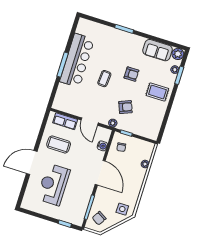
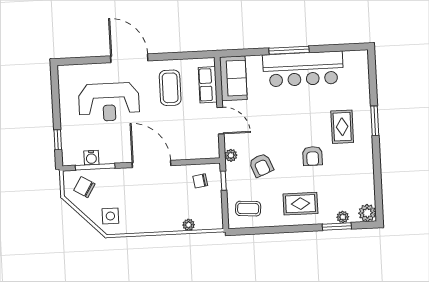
rug: (120, 50) -> (342, 127), added
sofa: (157, 50) -> (233, 78), moved, turned 180
coffee table: (104, 79) -> (248, 209), moved
rug: (157, 92) -> (300, 204), turned 90
door: (90, 122) -> (220, 121), swing flipped
water cooler: (102, 146) -> (91, 158), moved
door: (100, 173) -> (151, 164), swing flipped
reception desk: (54, 184) -> (109, 102), turned 180

